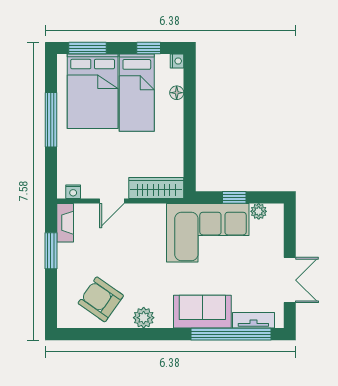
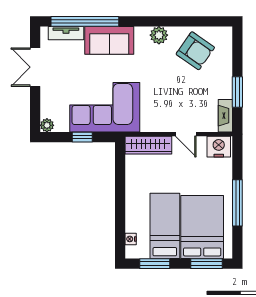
window: (149, 48) -> (155, 264), width x1.50
nightstand: (177, 61) -> (131, 239), moved
floor lamp: (177, 93) -> (131, 226), removed
nightstand: (73, 192) -> (219, 147), width x1.89, depth x1.79
door: (112, 201) -> (186, 134), swing flipped
plant: (259, 211) -> (47, 125), moved

